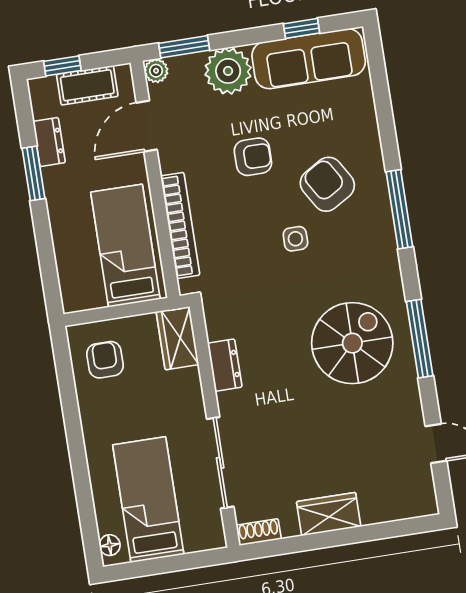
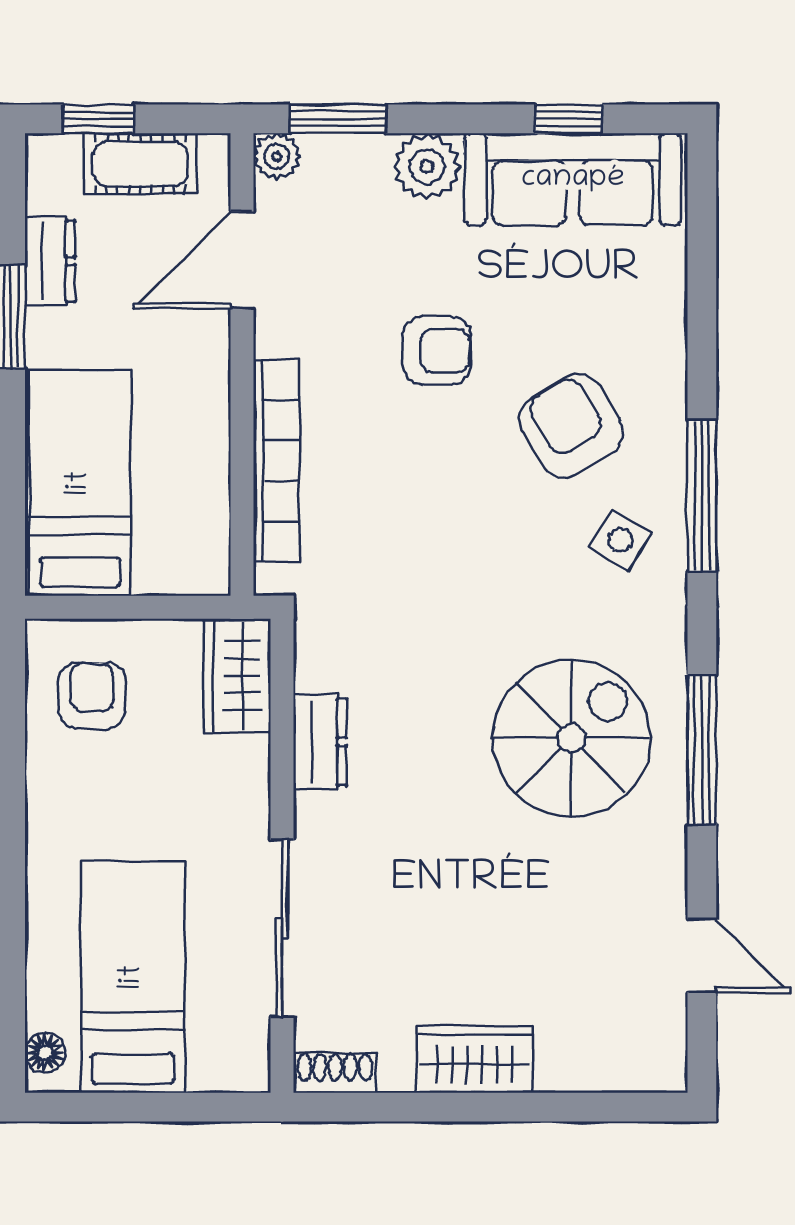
plant: (228, 71) -> (427, 166), width x0.73, depth x0.73
side table: (295, 239) -> (620, 540), moved, turned 31
bed: (125, 246) -> (80, 483), moved

